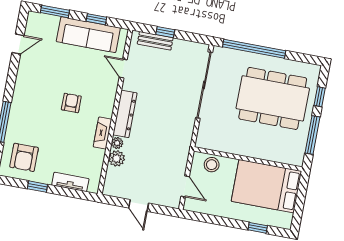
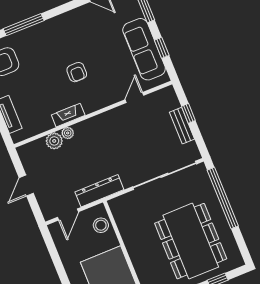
bench: (155, 41) -> (182, 126), moved
armchair: (71, 103) -> (77, 72), turned 90
dresser: (125, 114) -> (99, 191), moved, turned 180

